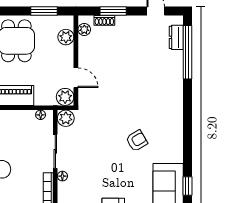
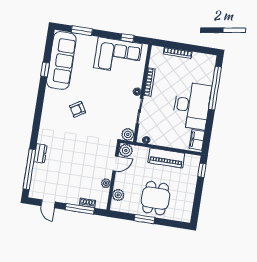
window: (44, 11) -> (144, 219), moved
window: (113, 11) -> (80, 209), width x1.44
plant: (84, 30) -> (106, 183), moved
dresser: (176, 37) -> (40, 153), moved
door: (76, 78) -> (115, 163), swing flipped

